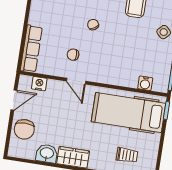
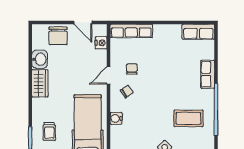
chair: (93, 25) -> (127, 92), moved
water cooler: (145, 83) -> (116, 118), moved
chair: (24, 129) -> (58, 36), turned -90

